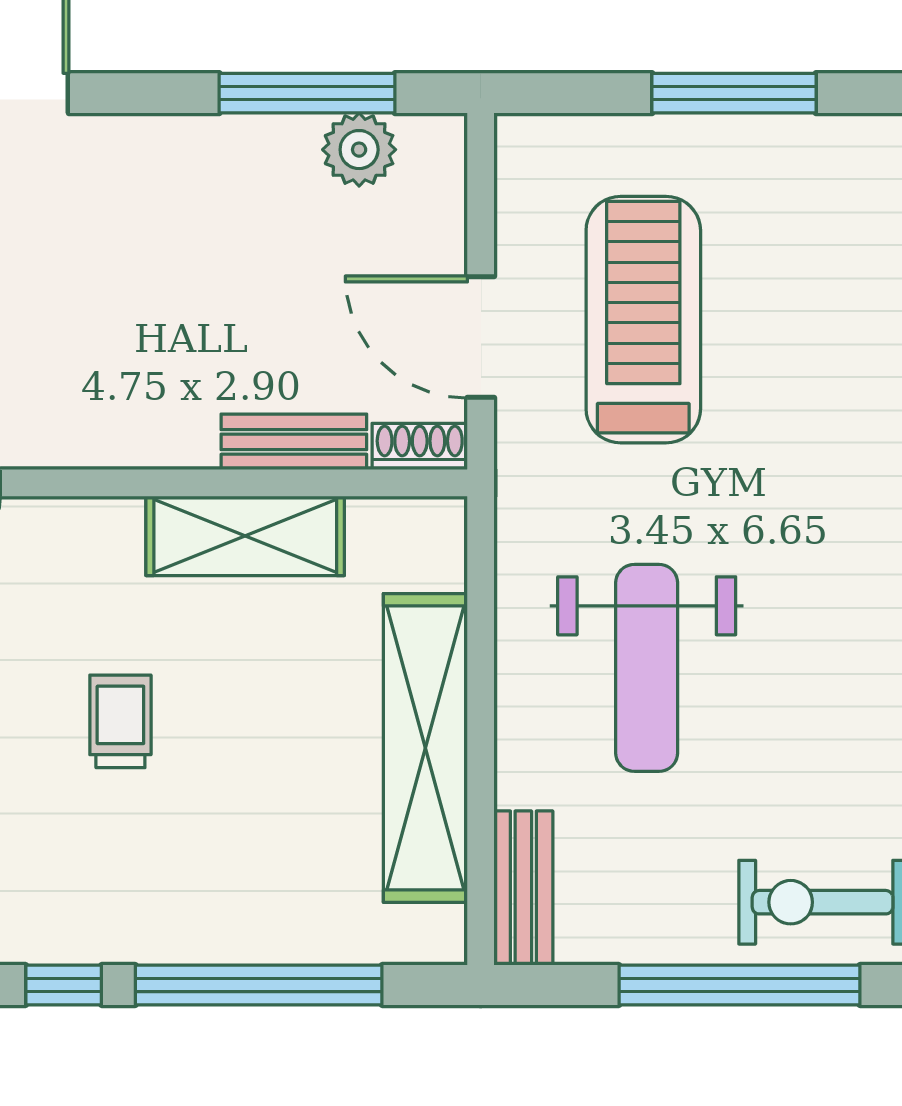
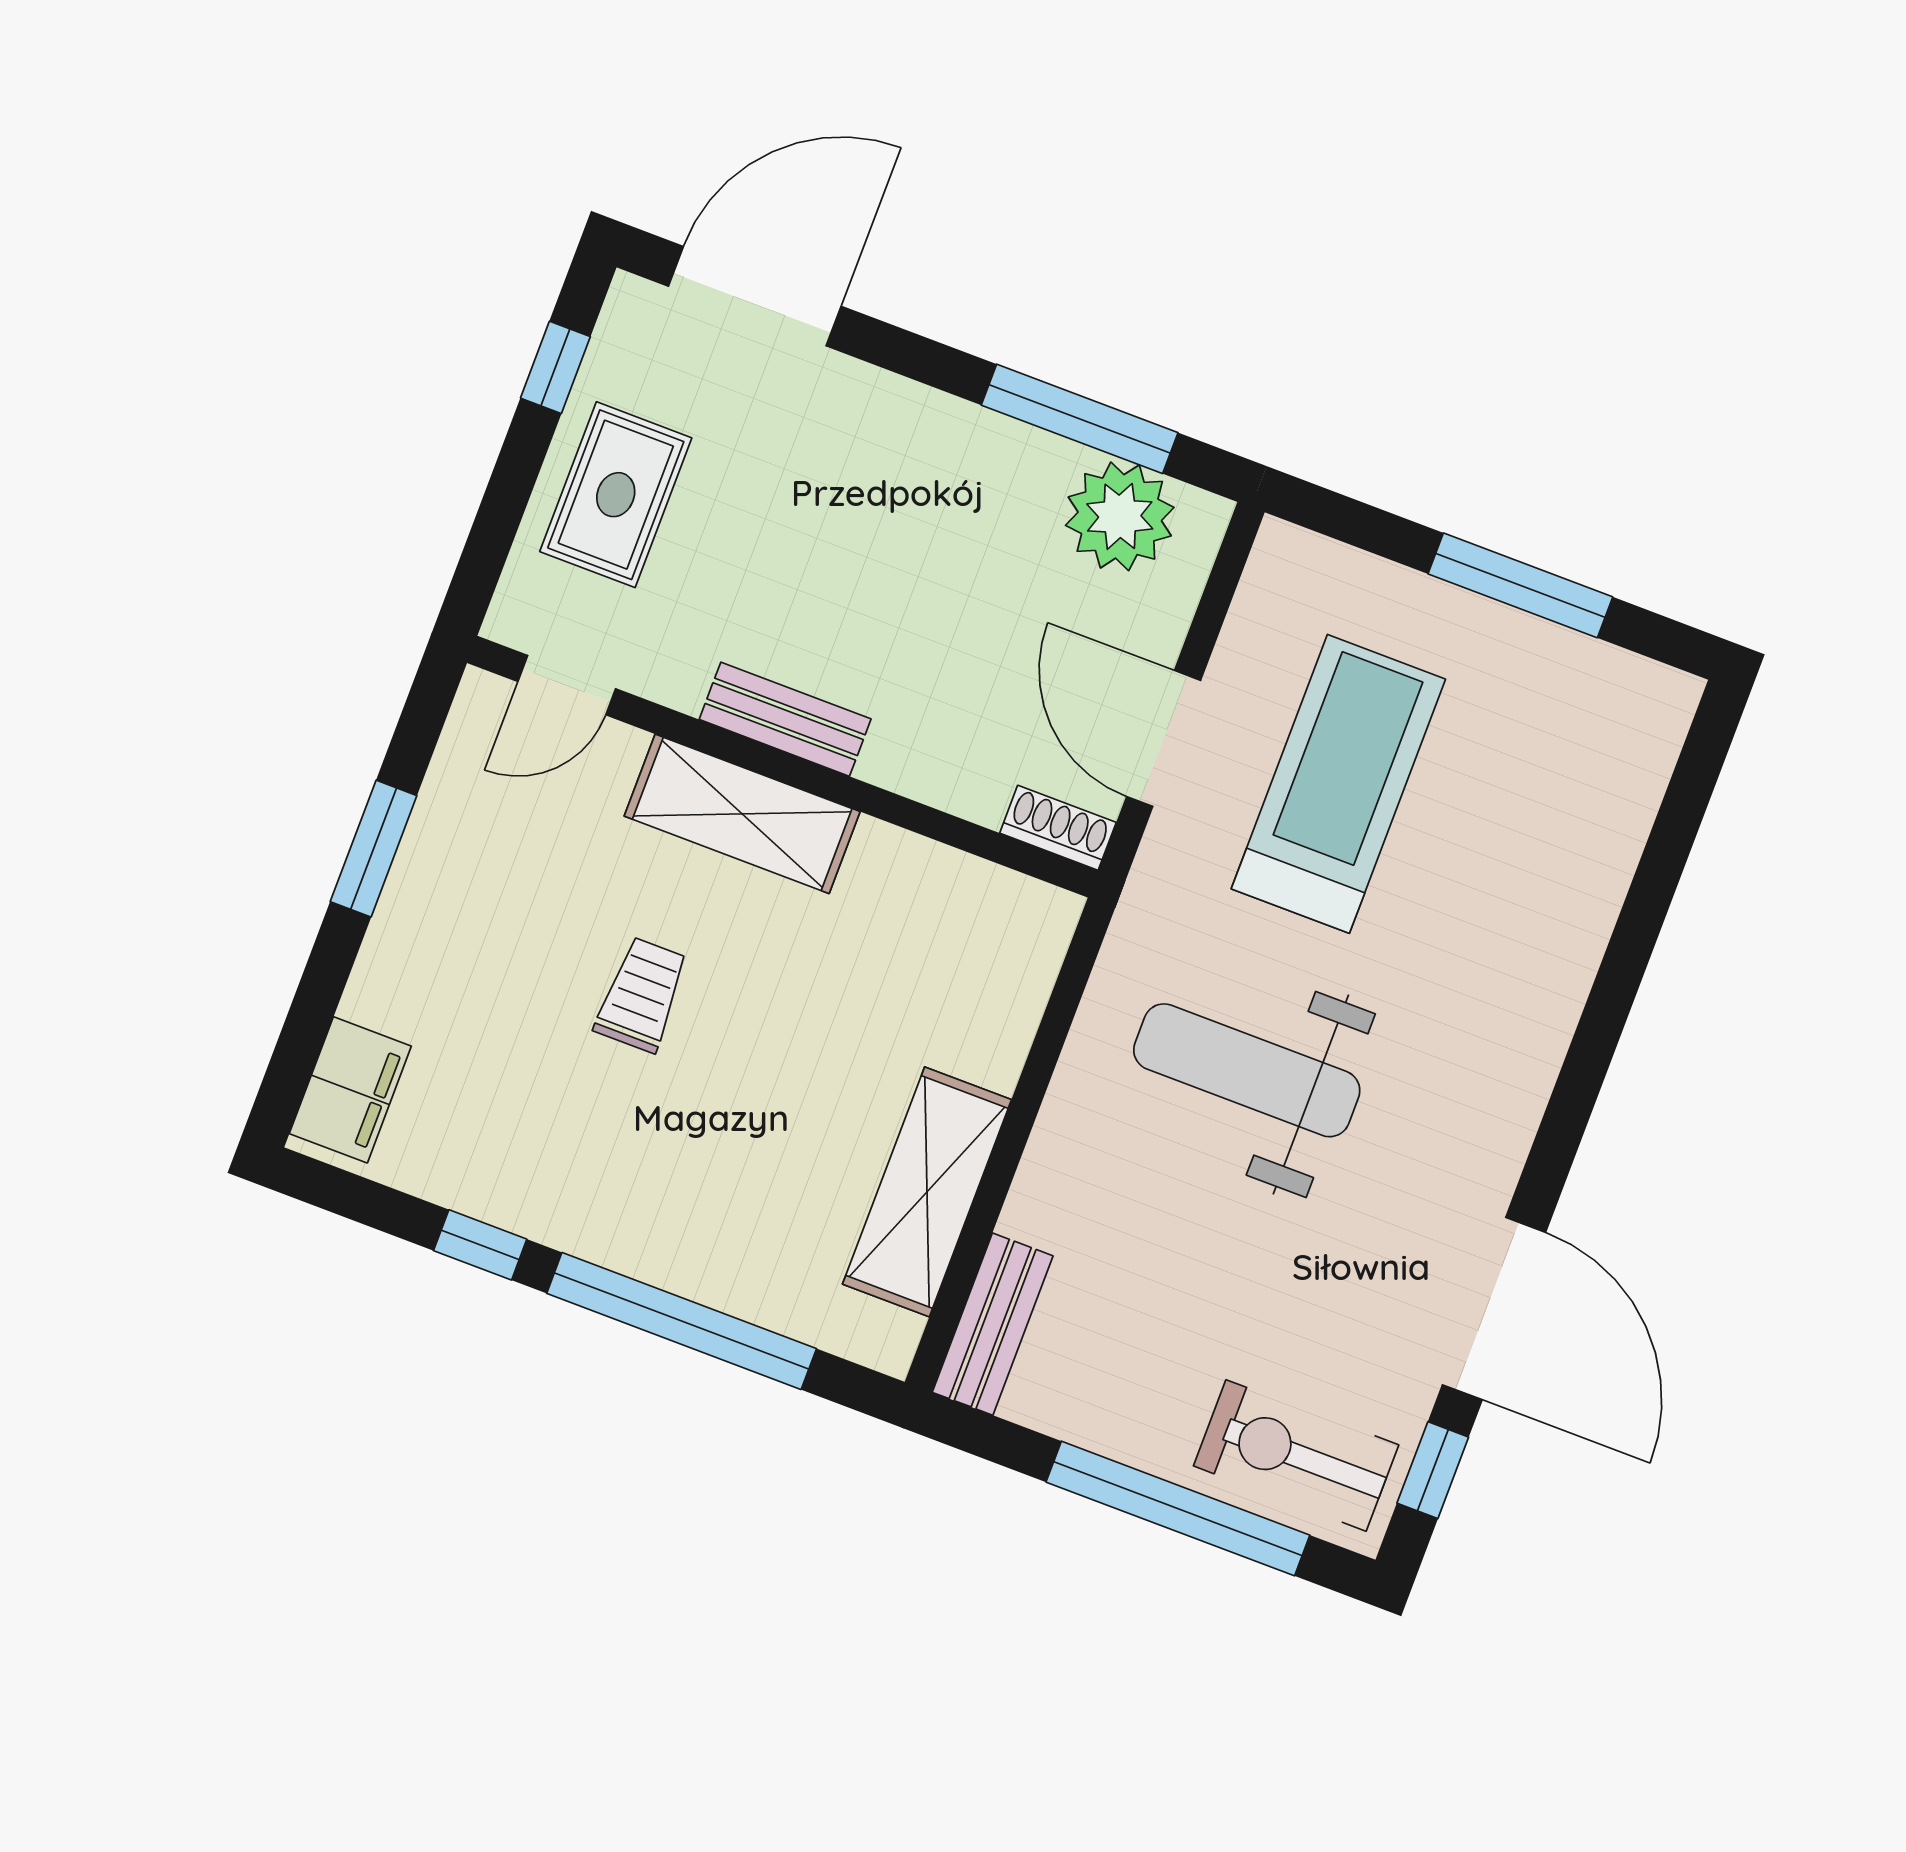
plant: (359, 150) -> (1120, 516), width x1.36, depth x1.36
bench: (294, 442) -> (785, 719), moved
shelving: (245, 536) -> (742, 814), moved
weight bench: (647, 668) -> (1247, 1070), moved, turned 90
shelving: (425, 748) -> (927, 1192), width x0.68

